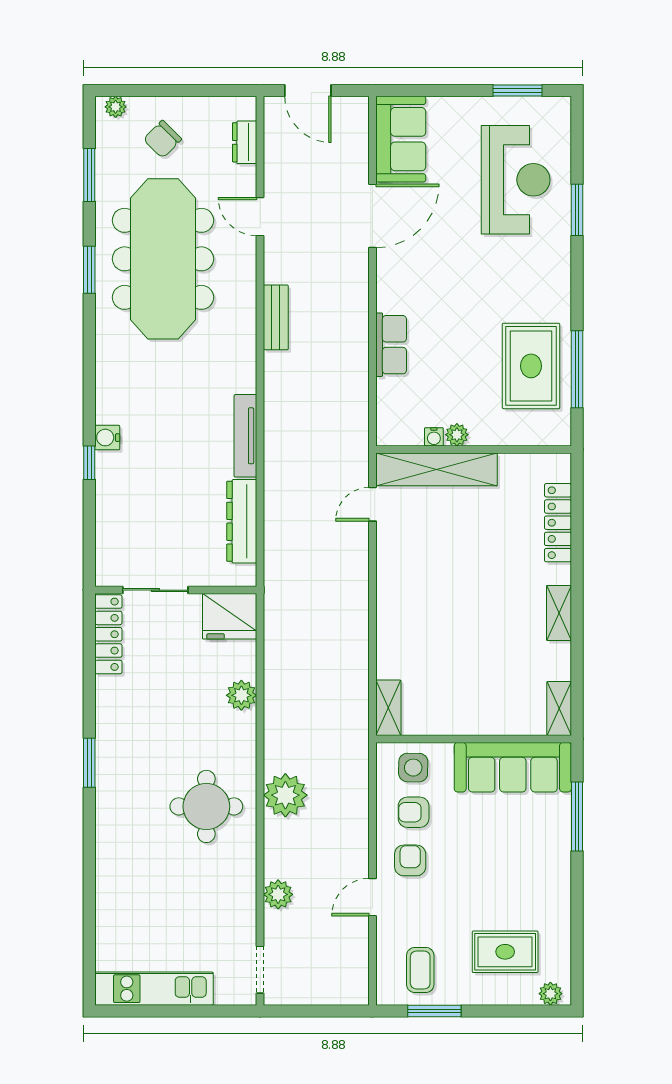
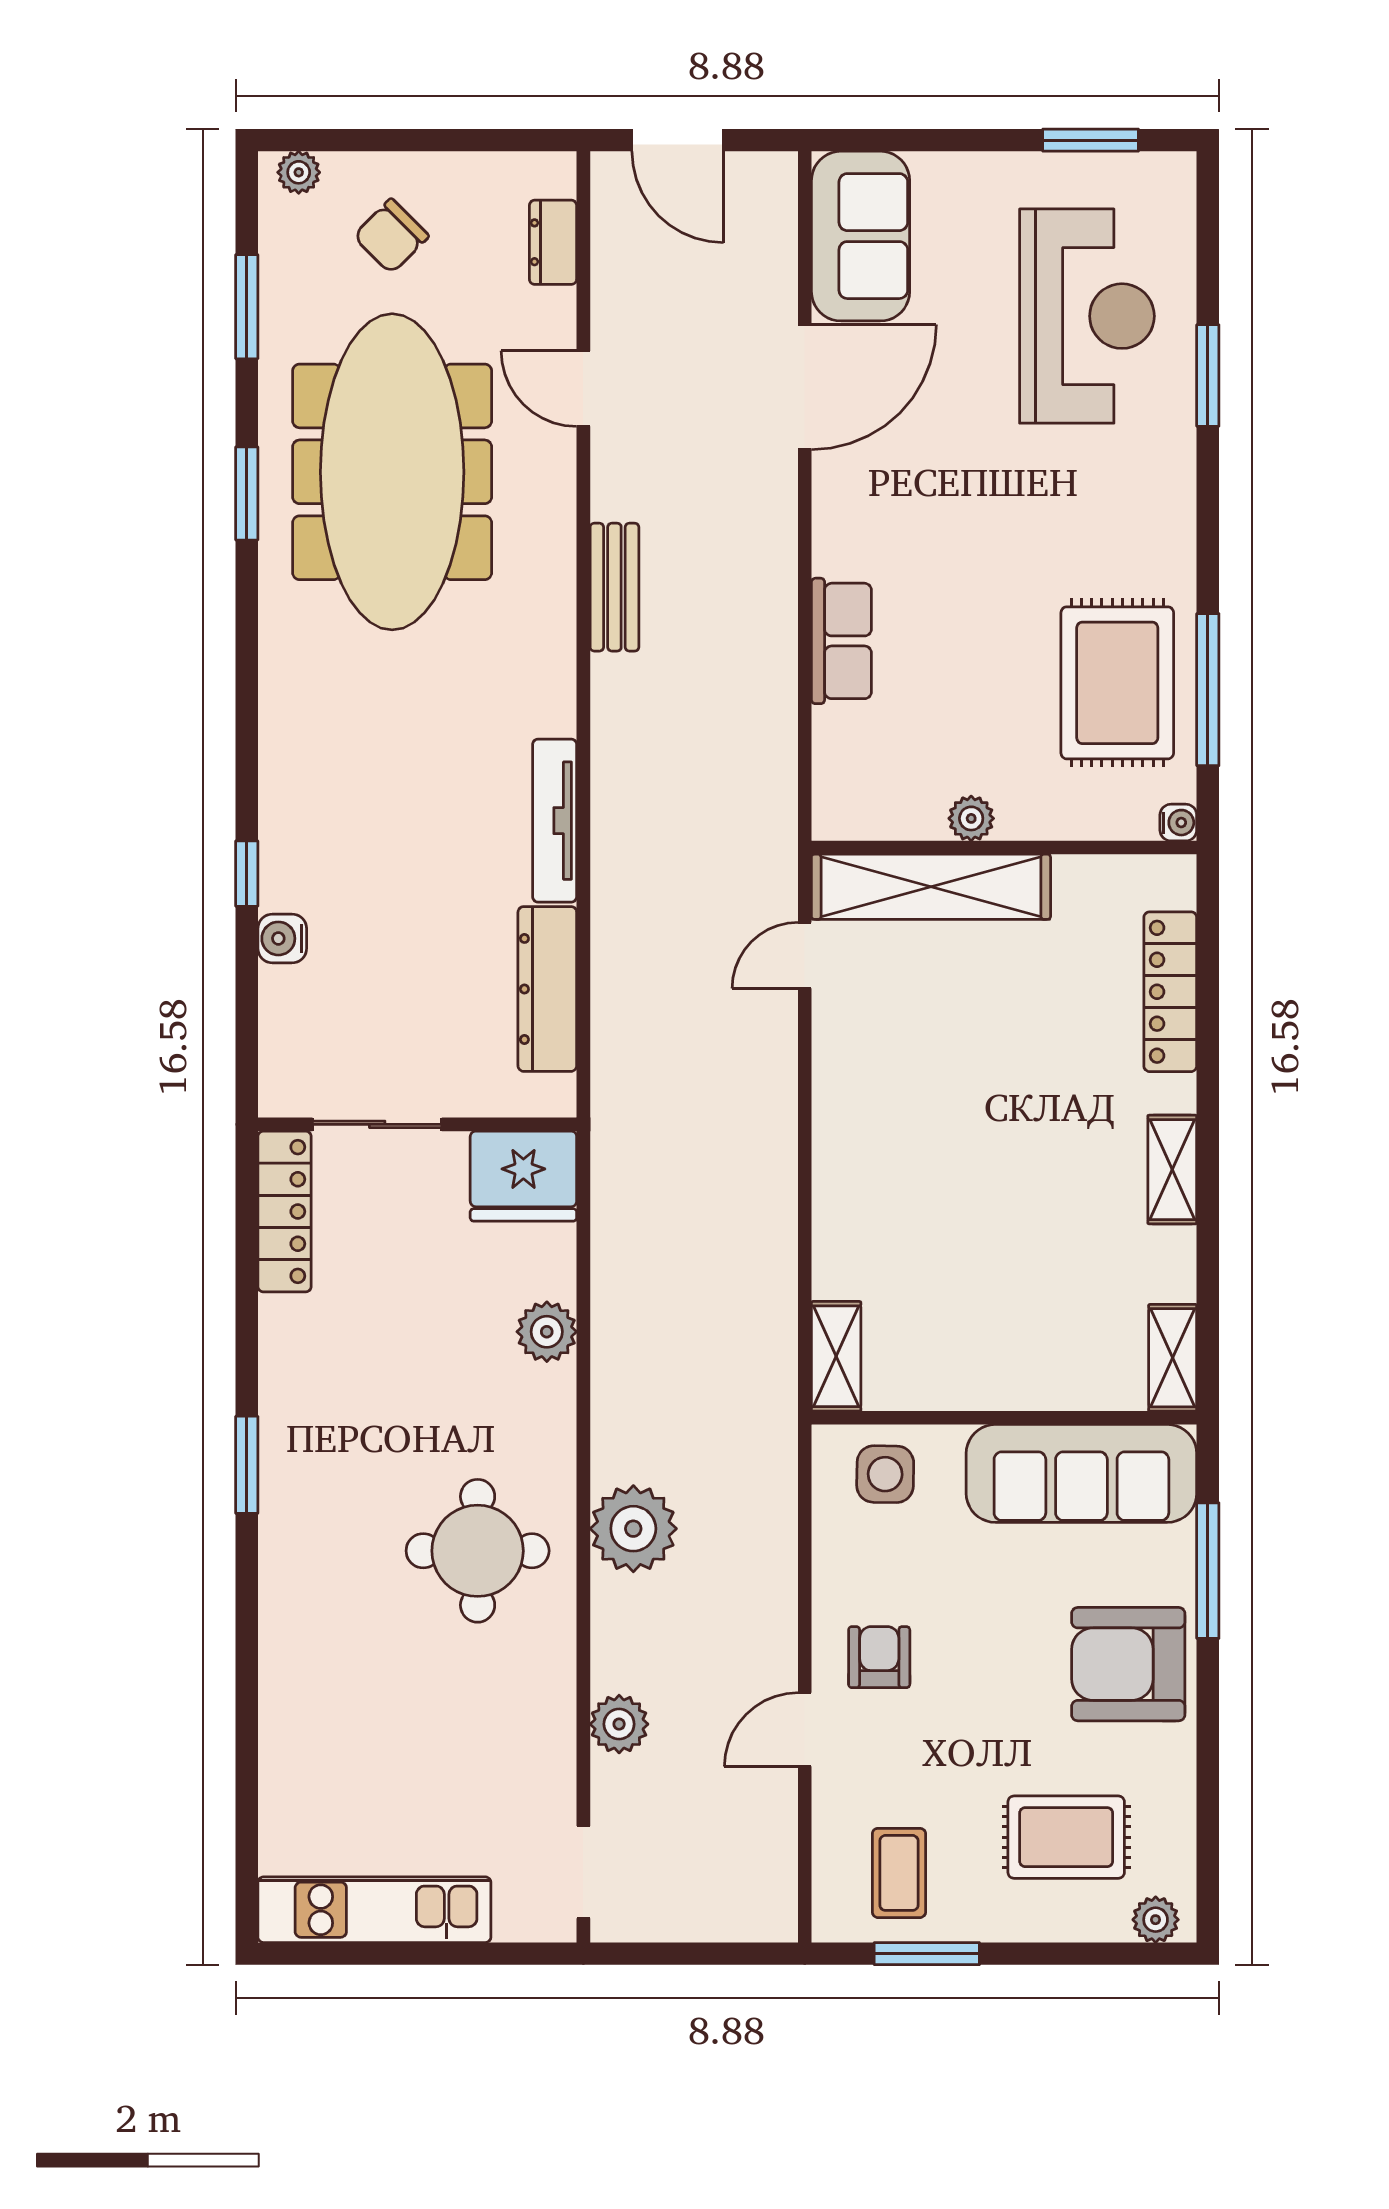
water cooler: (434, 437) -> (1178, 823), moved, turned -90
water cooler: (107, 438) -> (282, 938), moved
armchair: (414, 812) -> (1128, 1664), moved, width x1.88, depth x1.88

